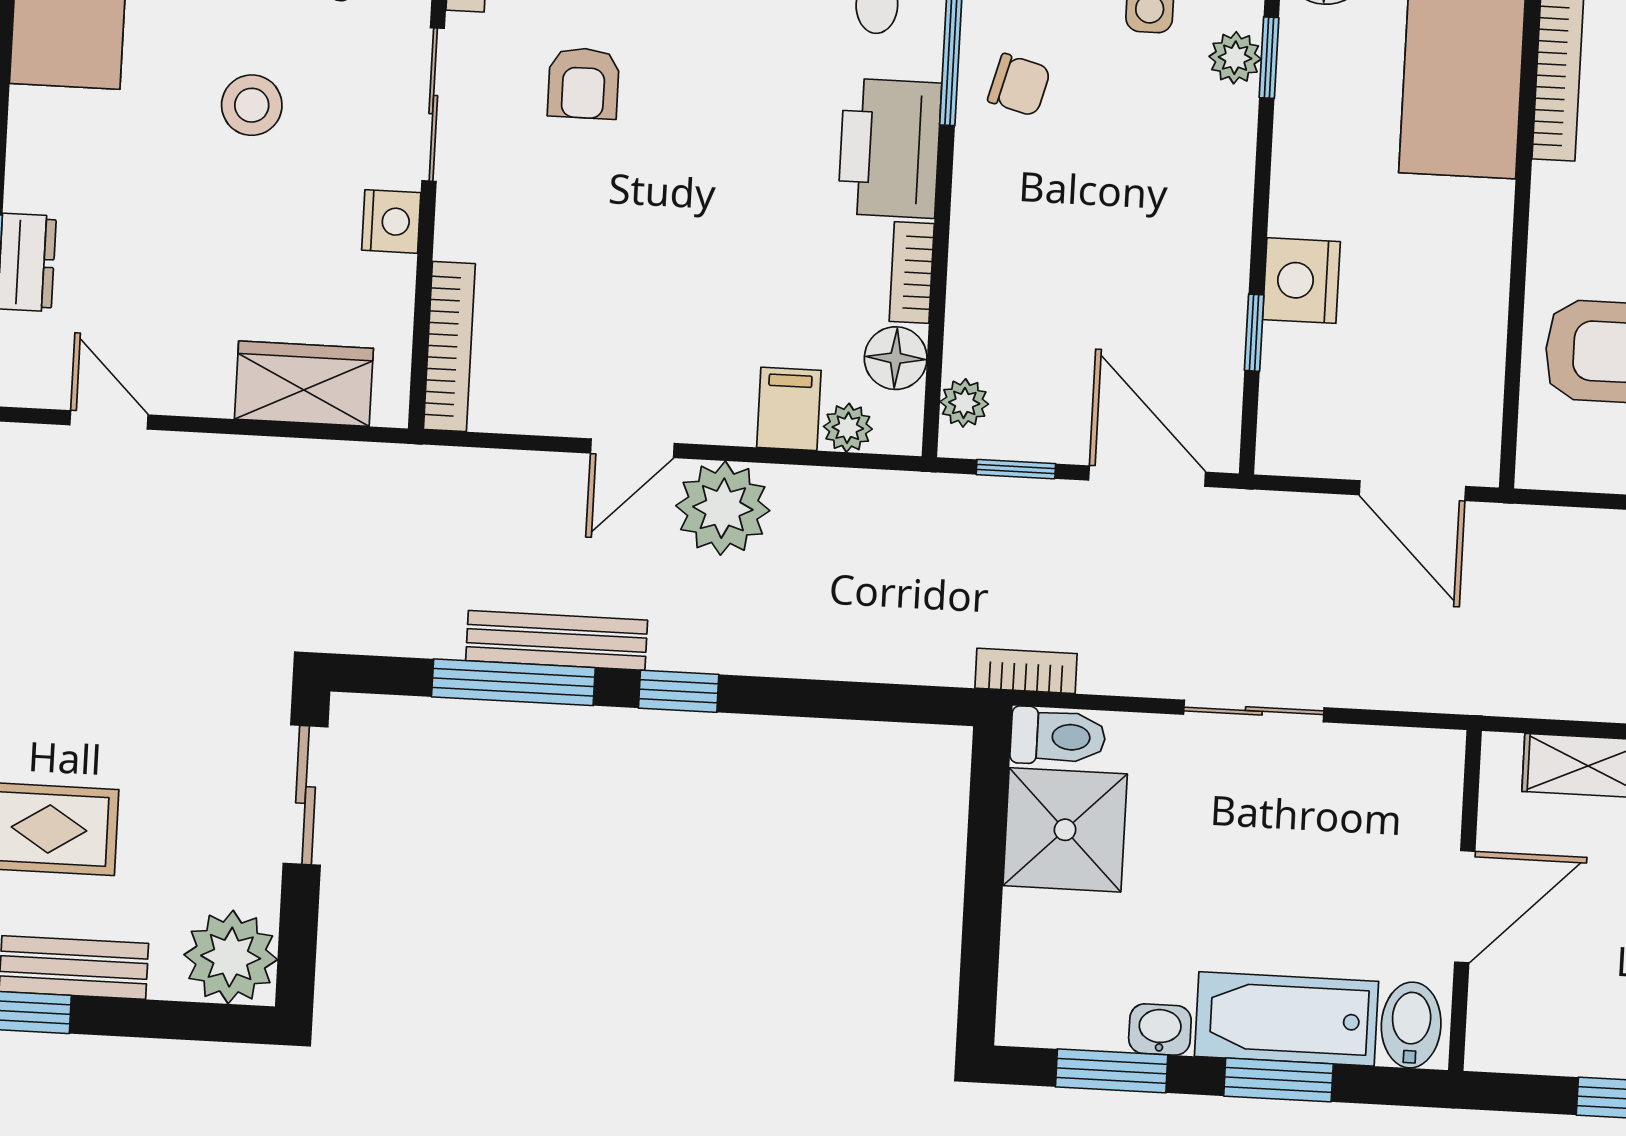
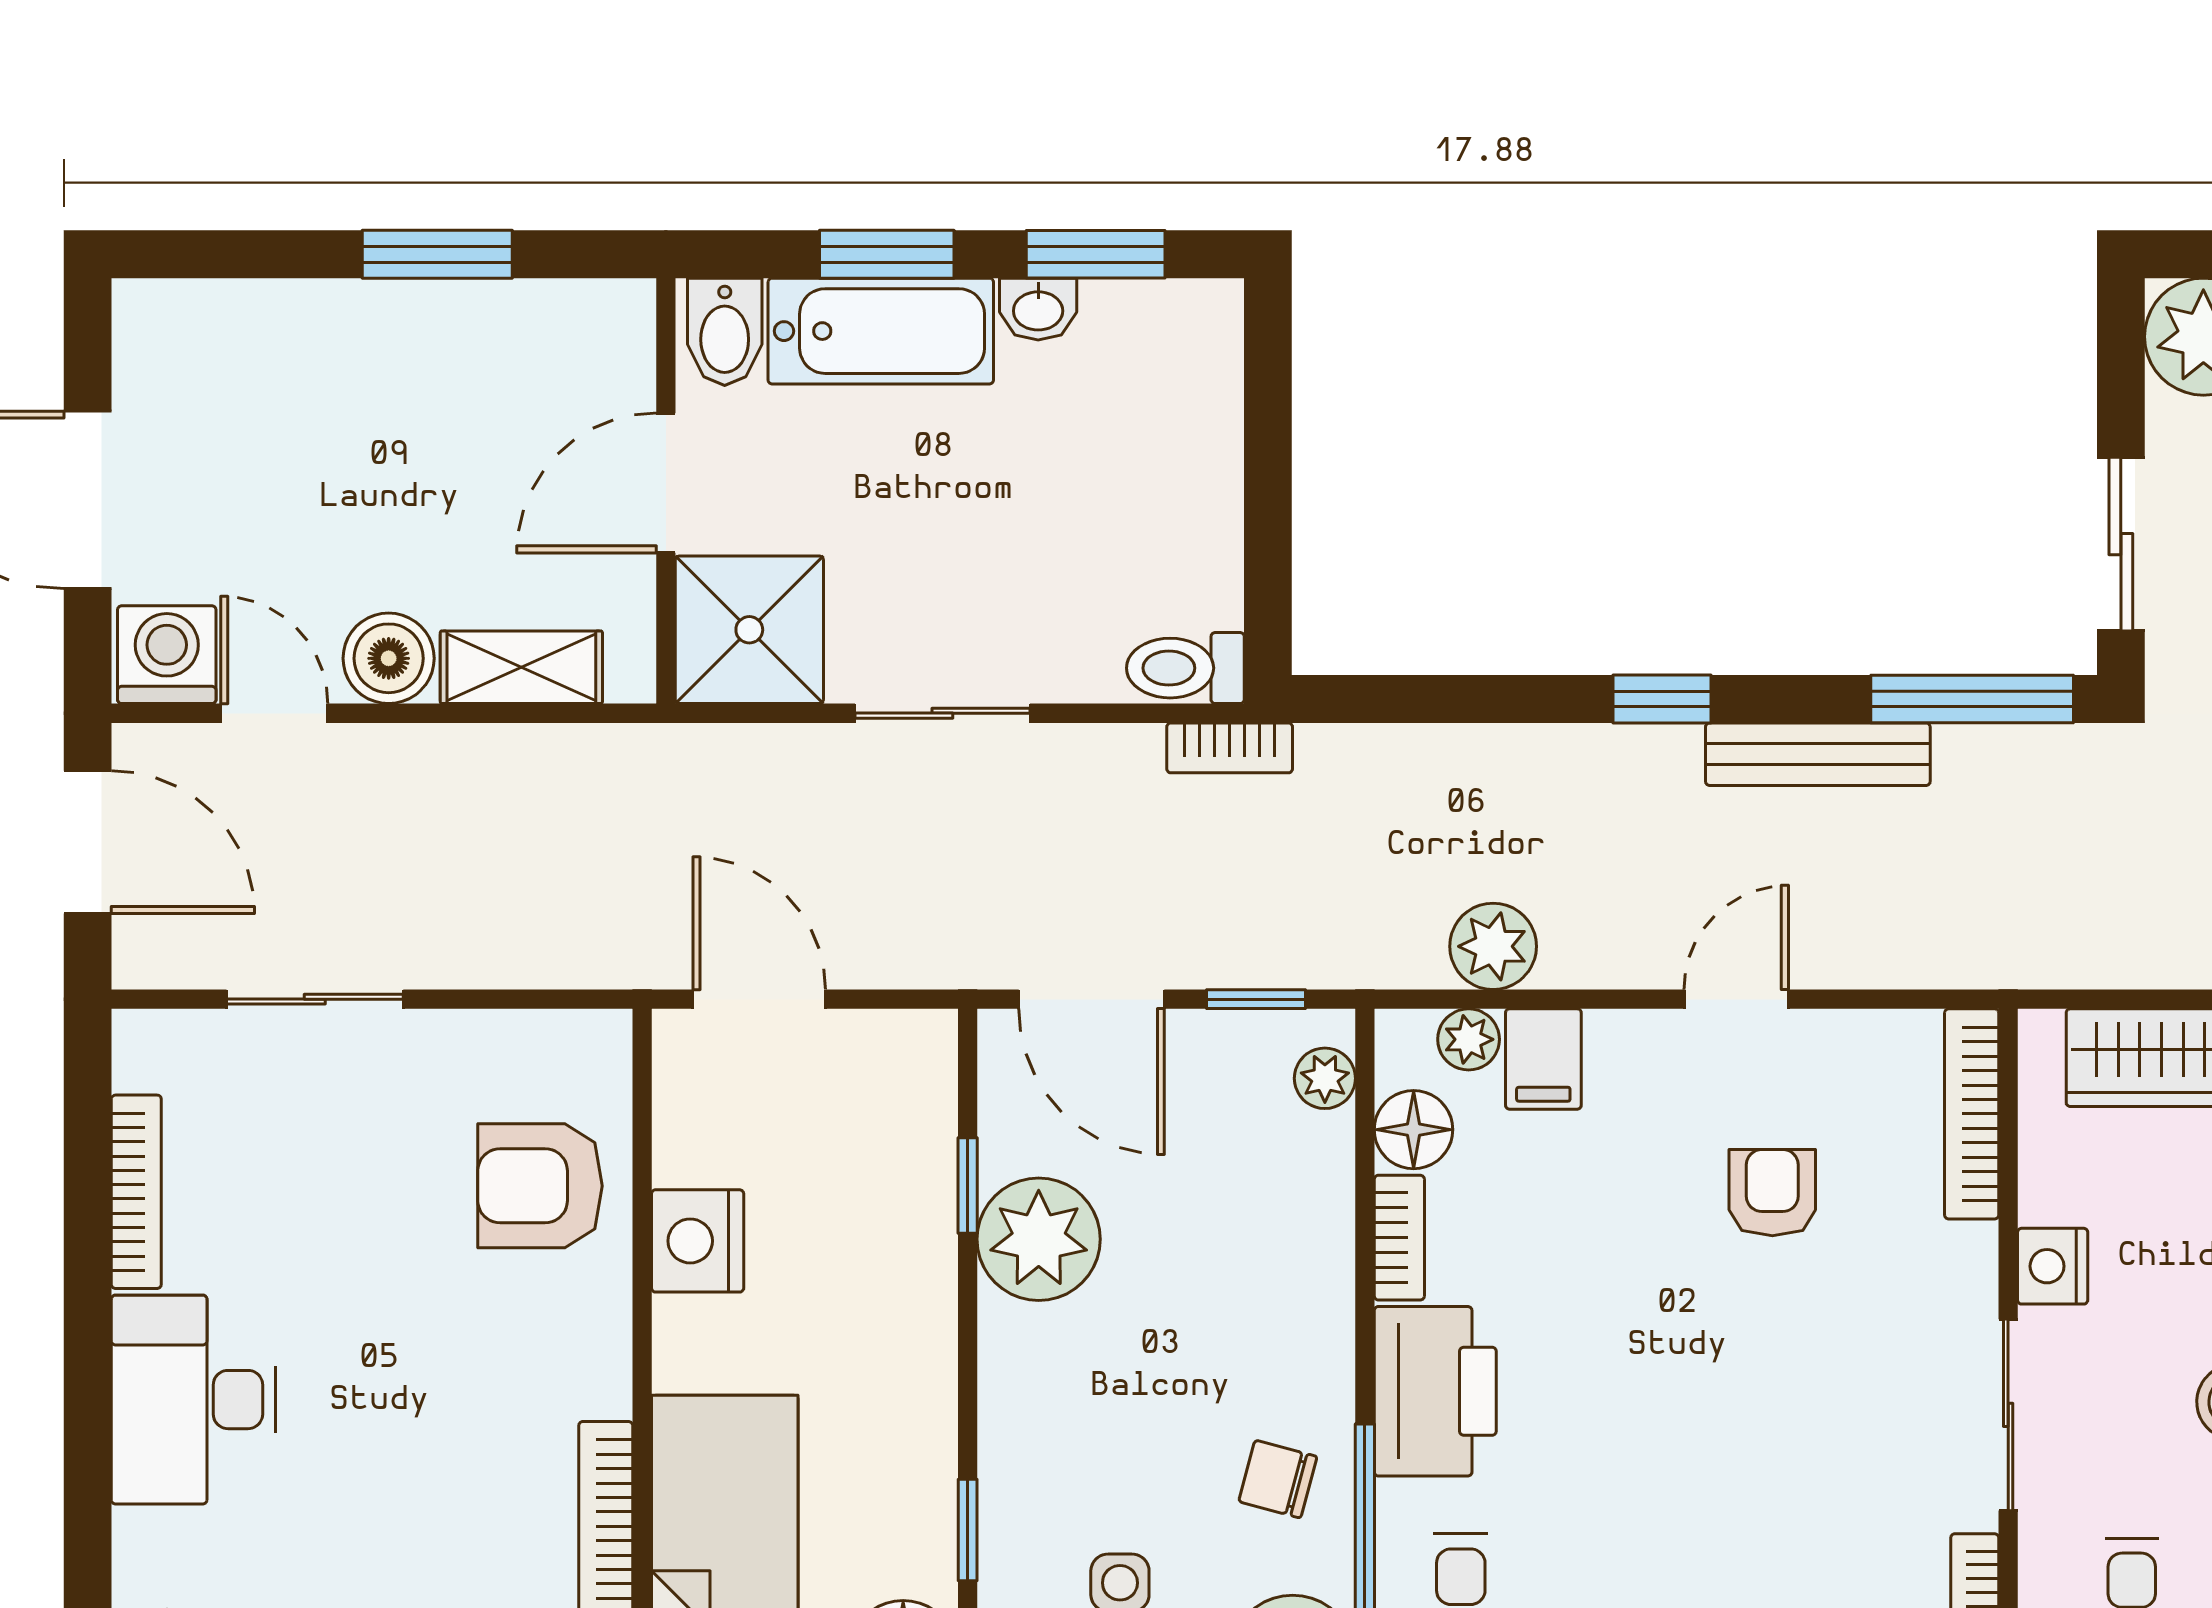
plant: (1235, 58) -> (1039, 1239), moved, width x1.88, depth x1.88
armchair: (583, 83) -> (1772, 1193), moved
nightstand: (1301, 281) -> (698, 1241), moved, turned 180
plant: (723, 508) -> (1493, 946), moved, width x0.73, depth x0.73
window: (513, 682) -> (1972, 699), moved
shower: (1065, 830) -> (749, 630), moved

